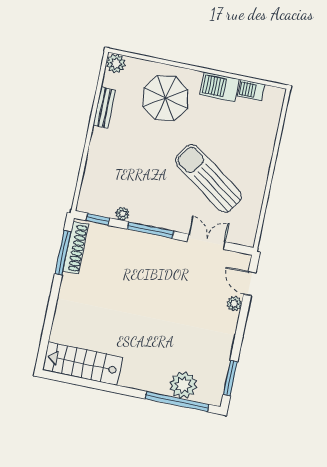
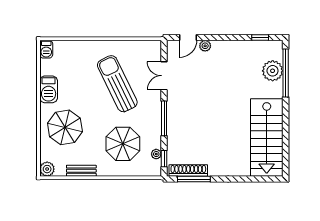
barbecue: (251, 90) -> (46, 49), moved
parasol: (128, 170) -> (123, 144), added
sun lounger: (208, 178) -> (117, 84), turned 119
plant: (123, 214) -> (156, 154), moved
stairs: (82, 364) -> (267, 138), width x1.36, depth x1.51
window: (230, 378) -> (260, 37), width x0.67

